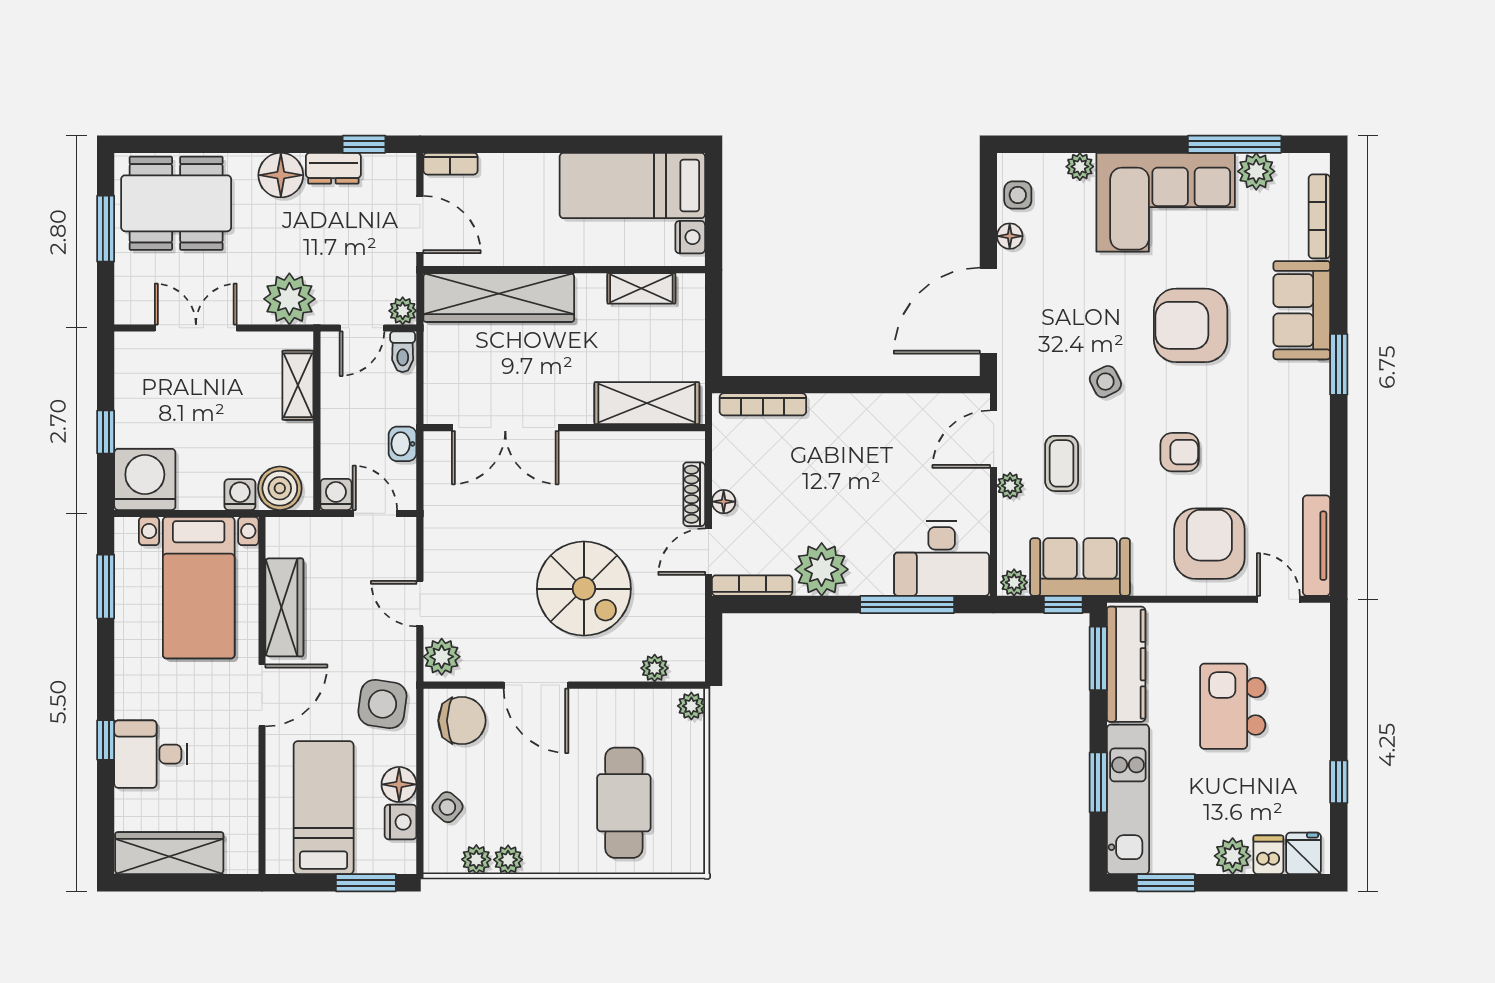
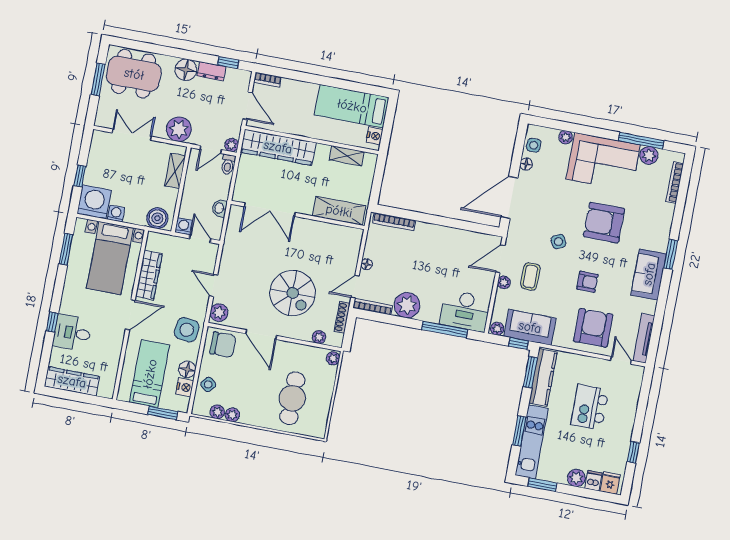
sofa: (1302, 310) -> (649, 274), moved
shoe rack: (694, 494) -> (342, 317), moved
washing machine: (240, 495) -> (116, 213), moved

